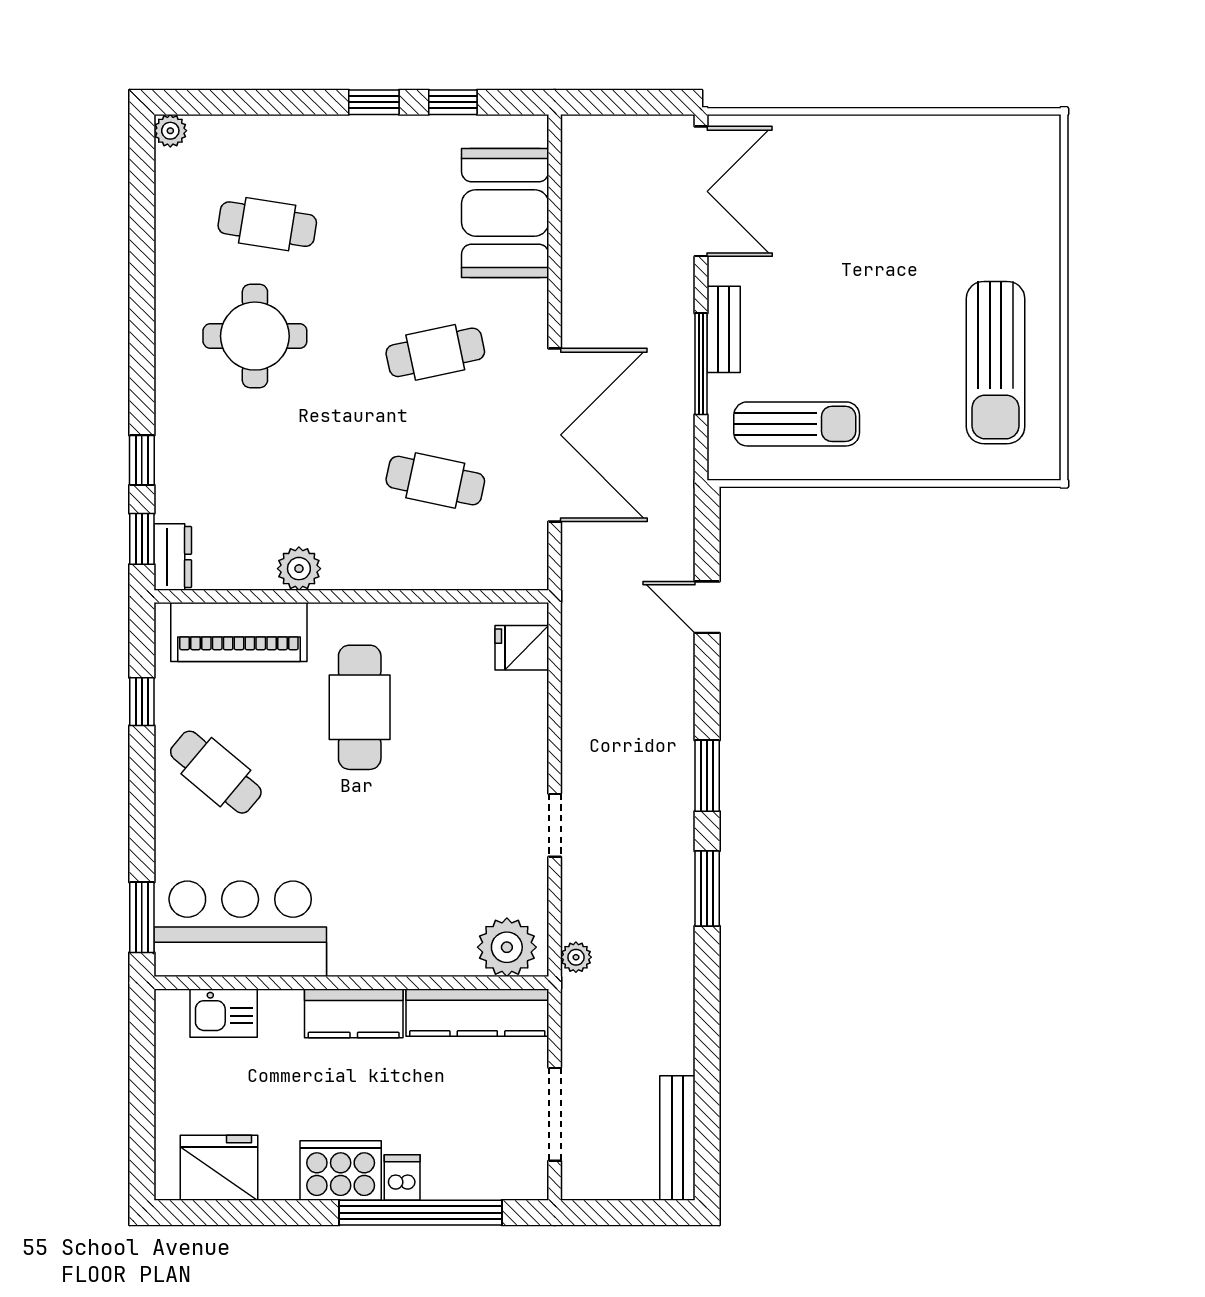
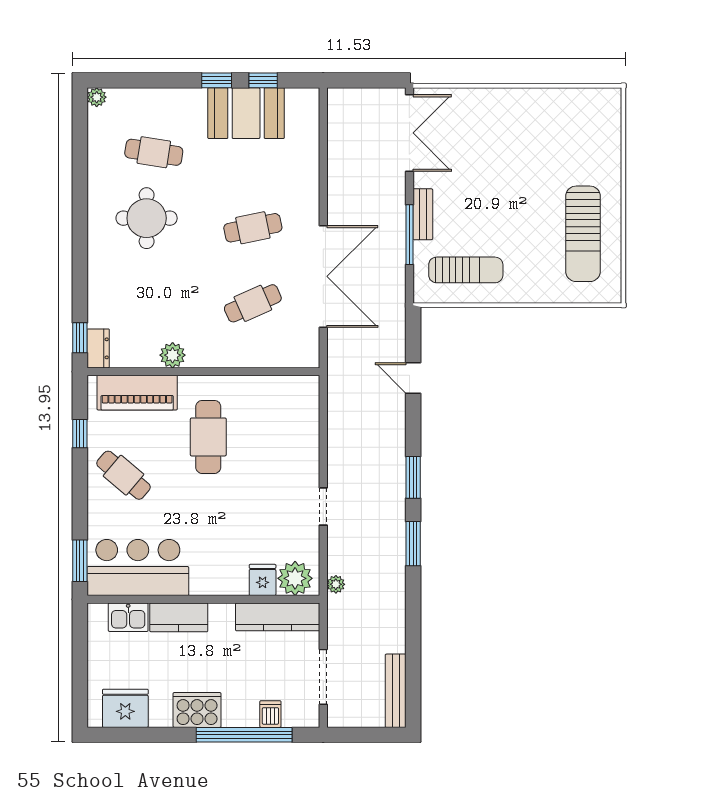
booth: (505, 213) -> (246, 113), moved, turned 90
window: (142, 460) -> (80, 291), removed
cafe table: (435, 481) -> (253, 303), turned -36
fridge: (522, 648) -> (263, 580), moved, turned 90
kitchen counter: (354, 1013) -> (179, 617), moved
dishwasher: (402, 1177) -> (270, 714), moved

